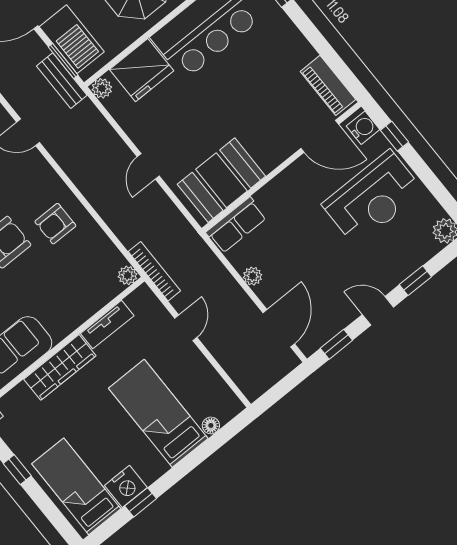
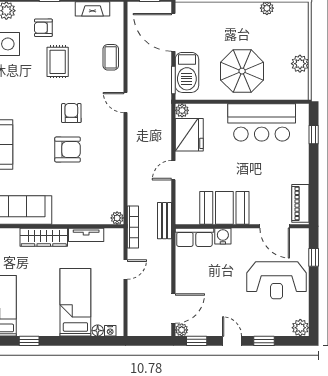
fridge: (142, 70) -> (189, 135), moved, turned -90
bench: (62, 81) -> (165, 221), moved
water cooler: (363, 128) -> (223, 236), moved, turned -90
booth: (221, 180) -> (224, 208), moved
armchair: (55, 224) -> (101, 161), removed
plant: (253, 276) -> (182, 330), moved
nightstand: (126, 486) -> (110, 331), moved, width x0.53, depth x0.56

